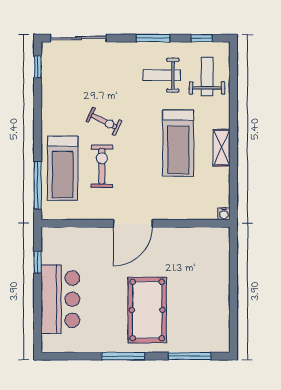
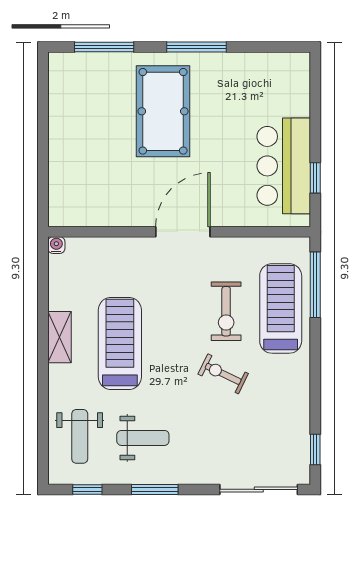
bar counter: (60, 299) -> (284, 166), moved

